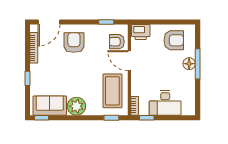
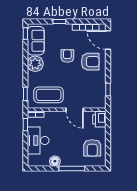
armchair: (117, 42) -> (67, 56), moved
door: (129, 61) -> (75, 110), swing flipped
floor lamp: (189, 64) -> (55, 161), moved

